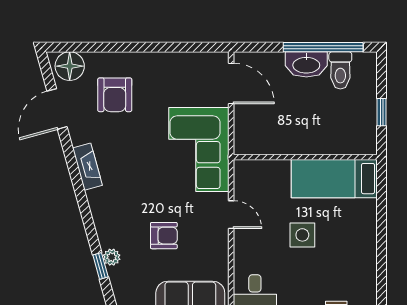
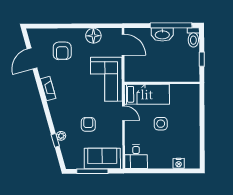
floor lamp: (70, 66) -> (93, 36), moved
toilet: (340, 70) -> (193, 37), moved
bed: (334, 179) -> (147, 94), moved, turned 180
armchair: (164, 236) -> (88, 124), turned -90

